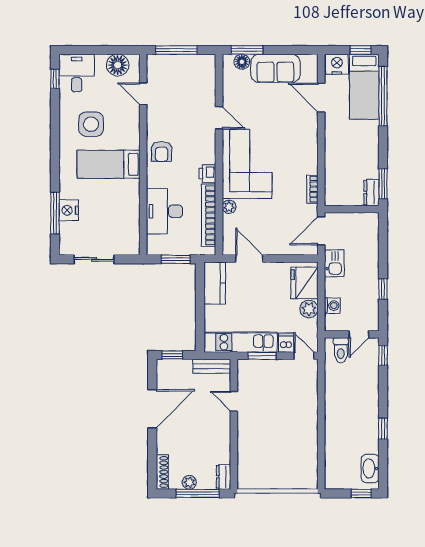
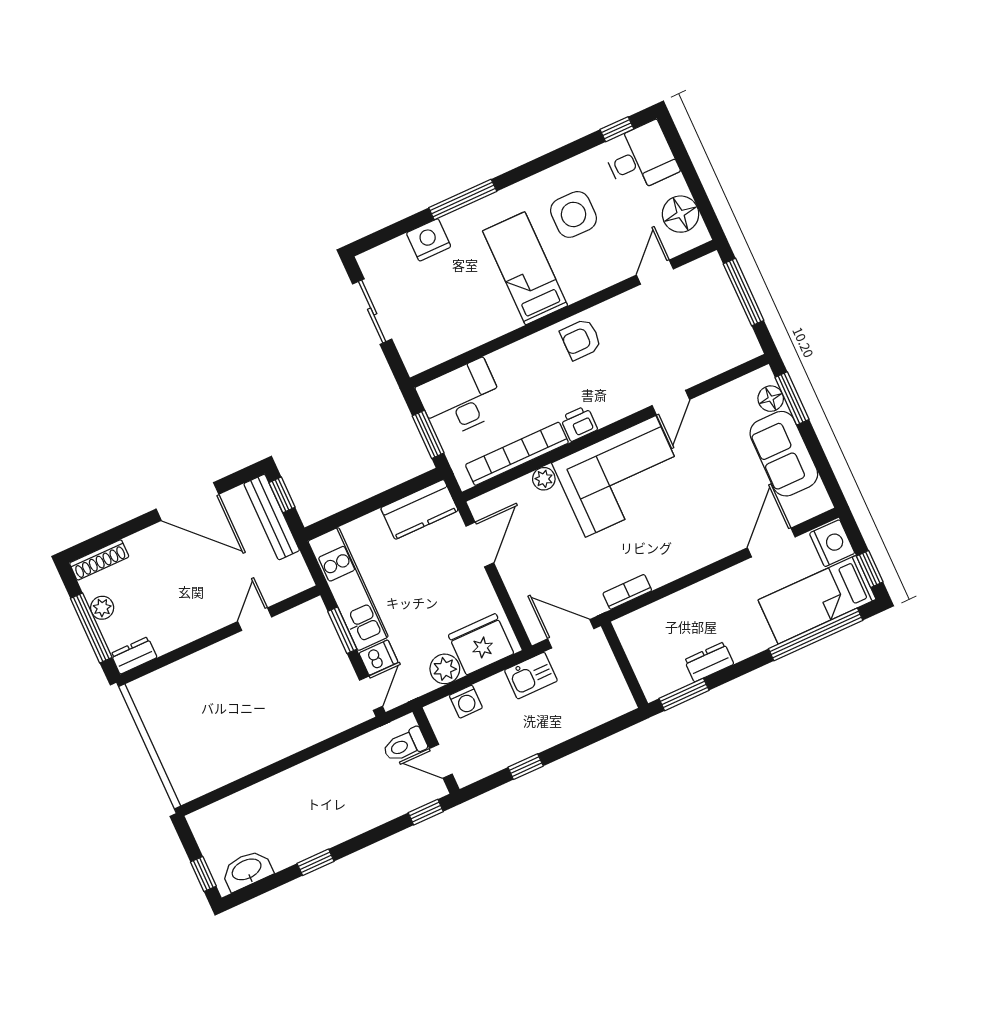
dresser: (371, 192) -> (709, 662), moved
desk: (164, 211) -> (461, 399), moved
window: (55, 213) -> (463, 200), moved
bench: (212, 366) -> (272, 517), moved, width x1.36

